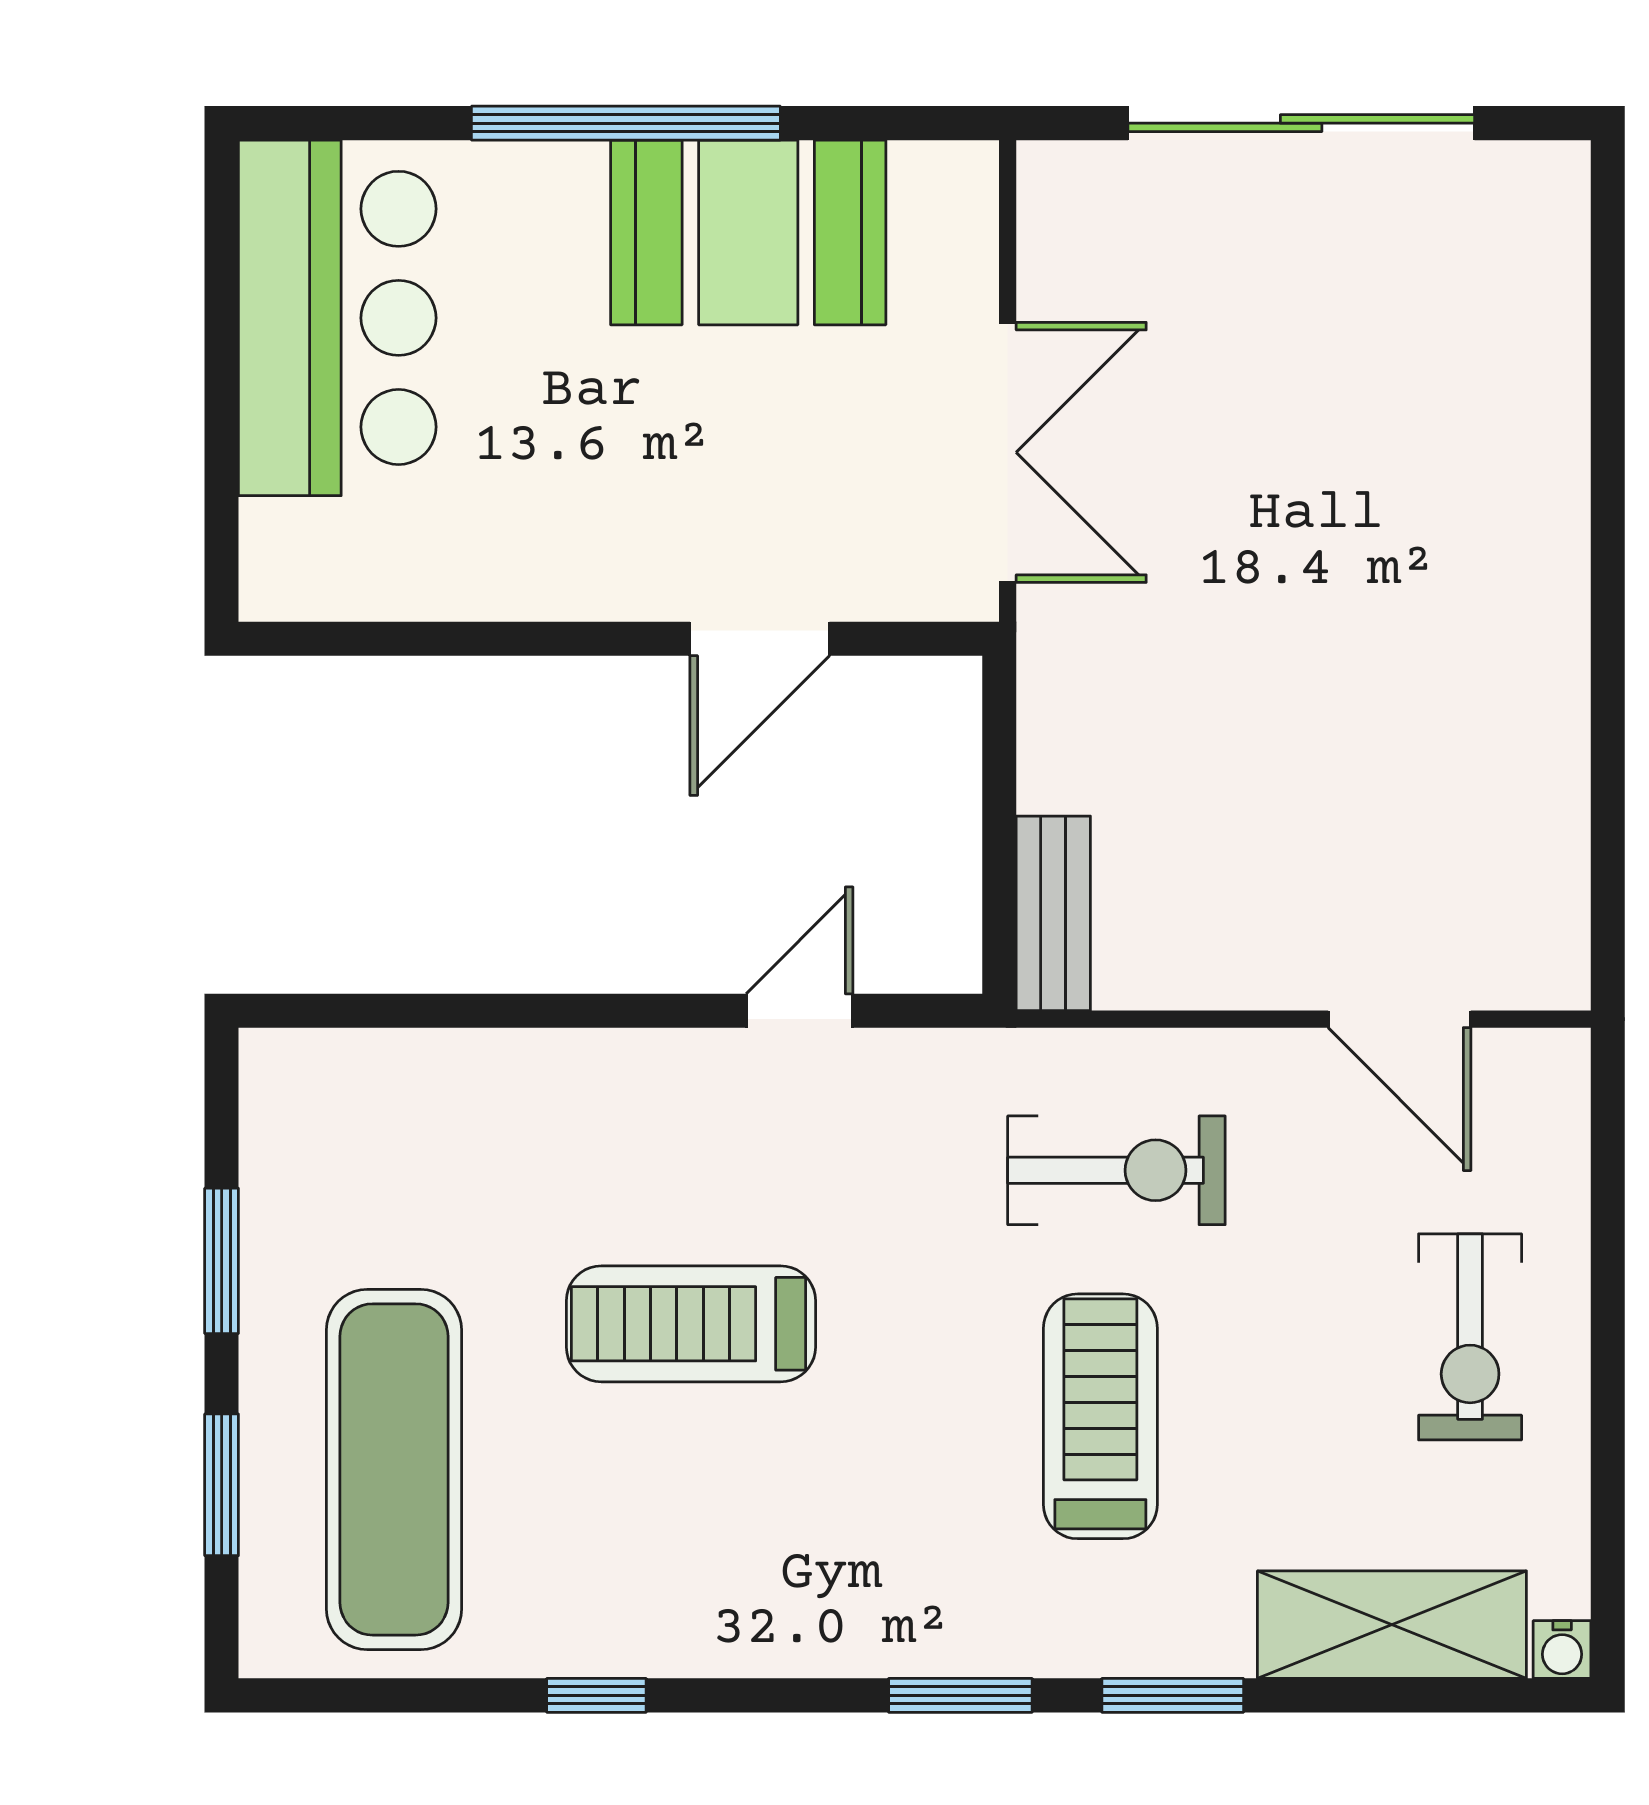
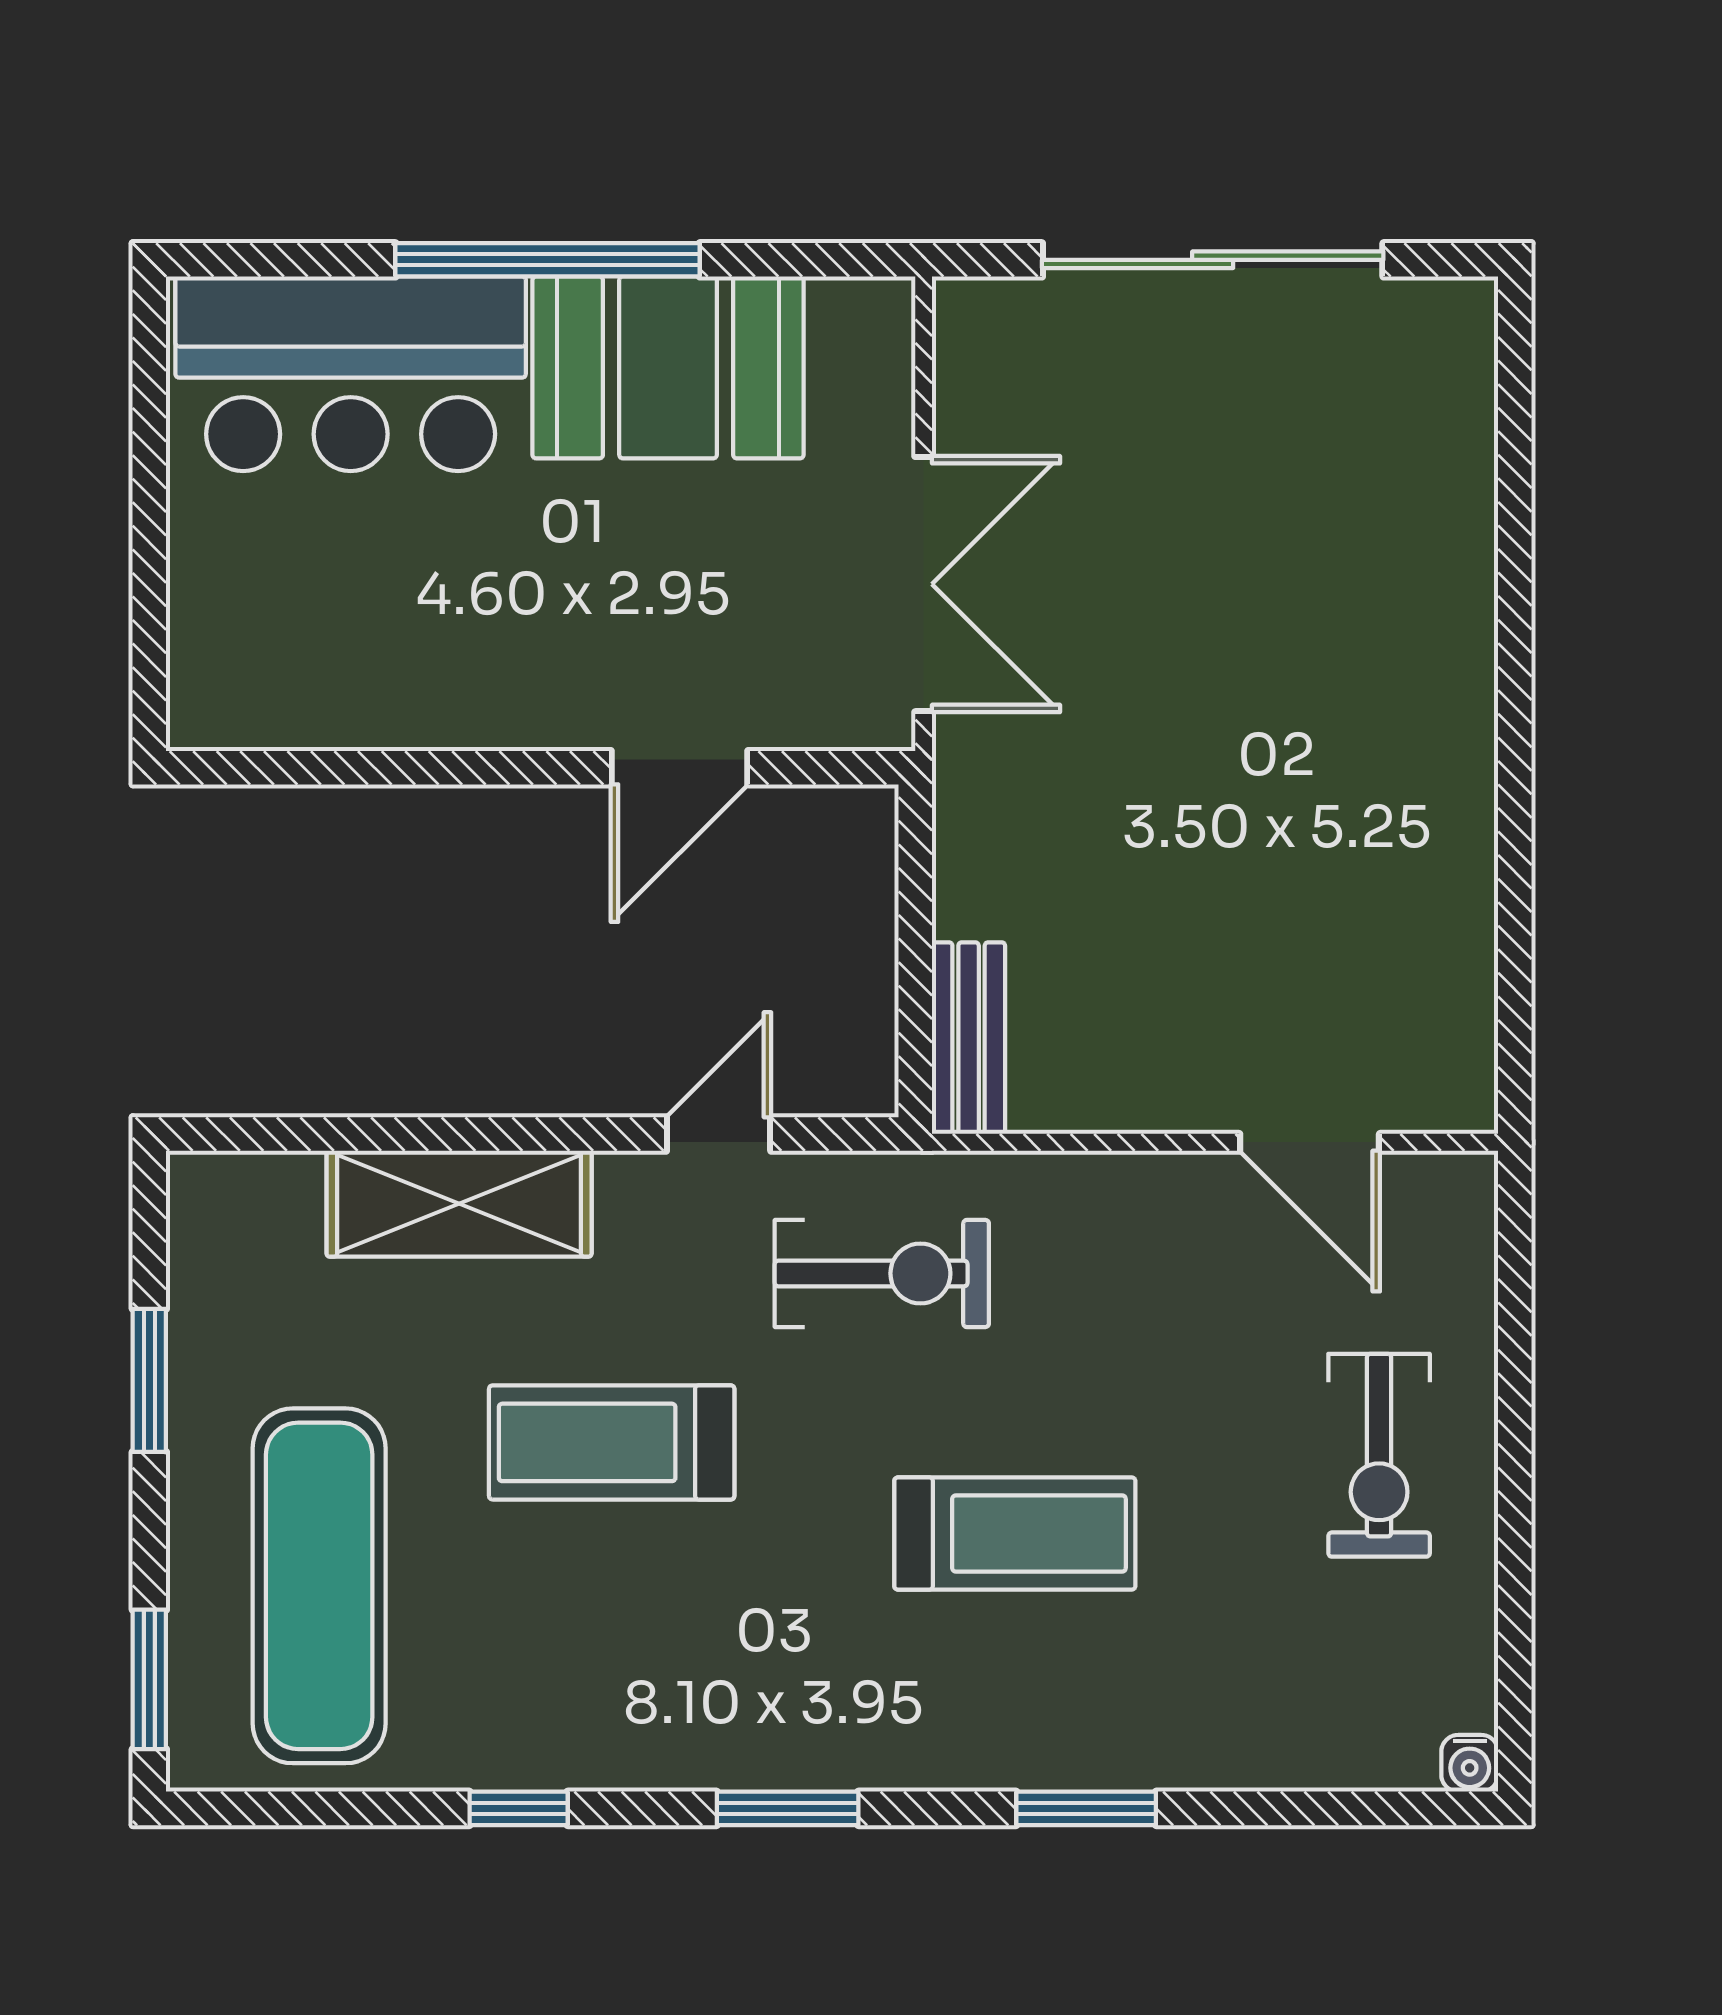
bar counter: (337, 318) -> (351, 374), moved, turned 90
exercise bike: (1116, 1170) -> (882, 1273), moved
treadmill: (1100, 1416) -> (1015, 1533), turned 90
window: (222, 1485) -> (149, 1679), moved
shelving: (1392, 1625) -> (459, 1204), moved
window: (960, 1695) -> (788, 1808), moved

